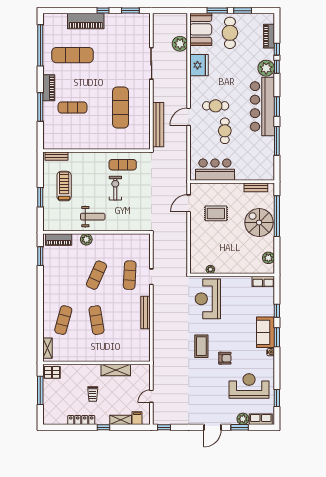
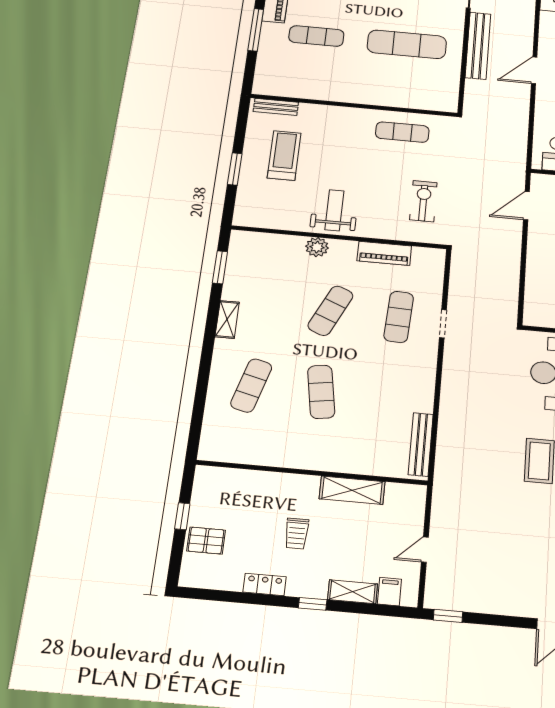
exercise mat: (120, 107) -> (407, 44), turned 90
bench: (158, 125) -> (478, 46), moved
exercise bike: (115, 188) -> (423, 201), moved
weight bench: (93, 217) -> (334, 210), turned -90
piano: (59, 239) -> (384, 253), moved
bench: (146, 312) -> (421, 444), moved
shelving: (47, 348) -> (227, 319), moved
pallet: (52, 372) -> (206, 541), moved
window: (40, 390) -> (182, 516), width x0.46
locker: (81, 420) -> (265, 584), width x0.66

